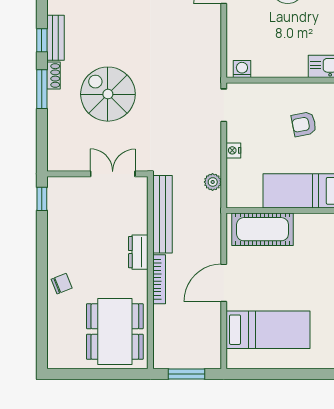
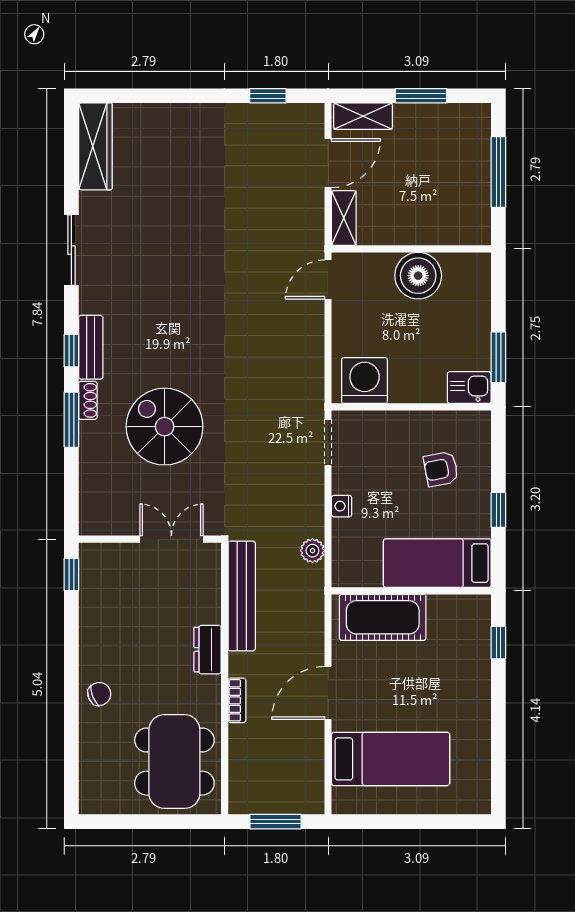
washing machine: (242, 69) -> (365, 381), width x1.89, depth x1.89
bookcase: (159, 279) -> (237, 700), width x0.64

